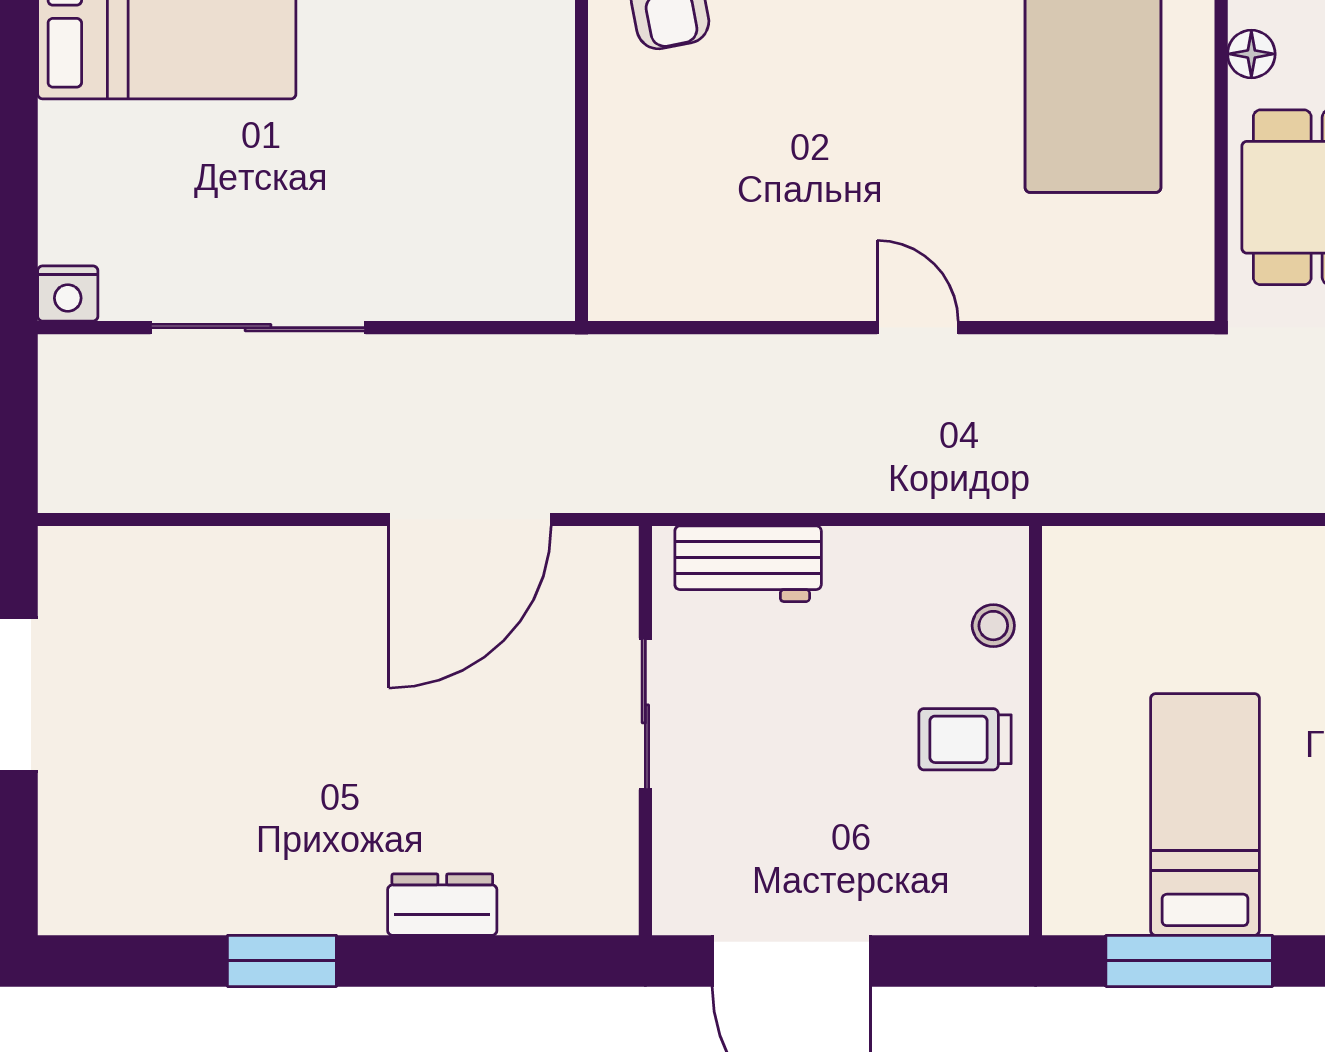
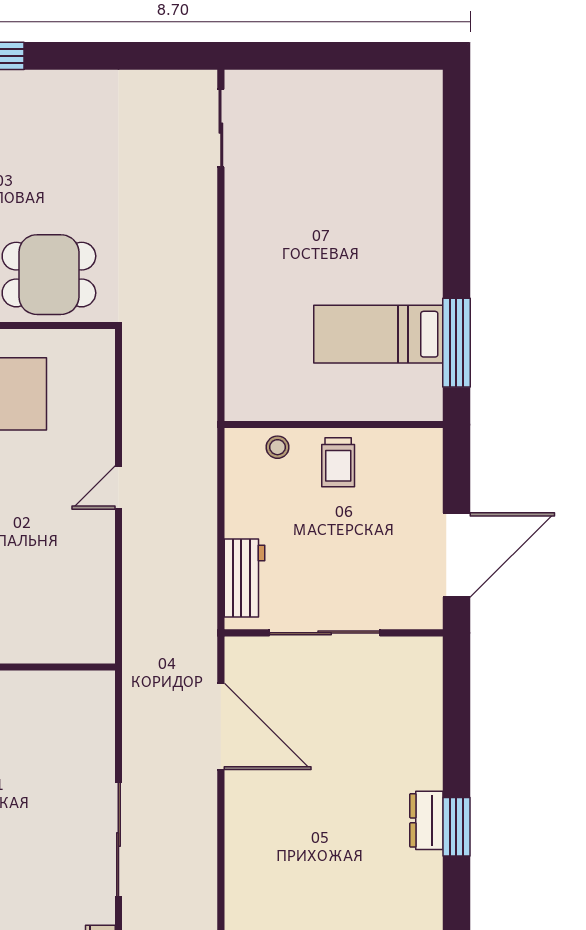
sliding door: (645, 714) -> (325, 633), width x1.37
dresser: (442, 905) -> (426, 820), moved

